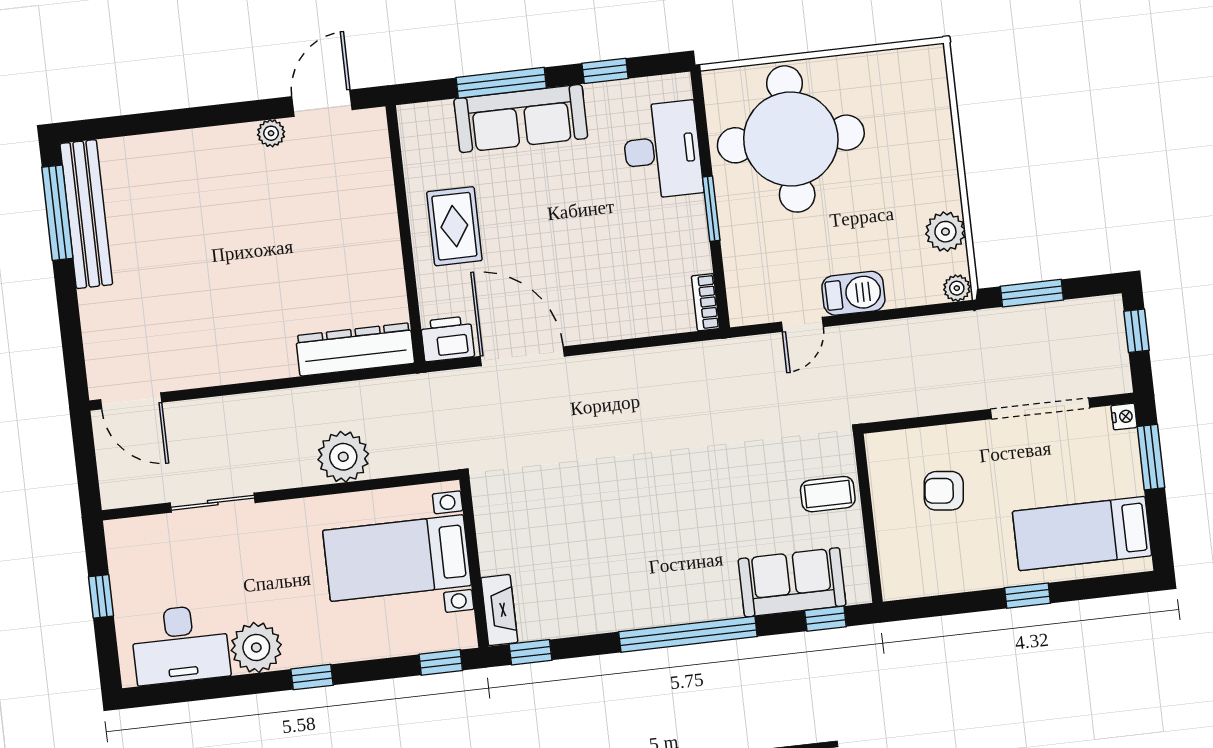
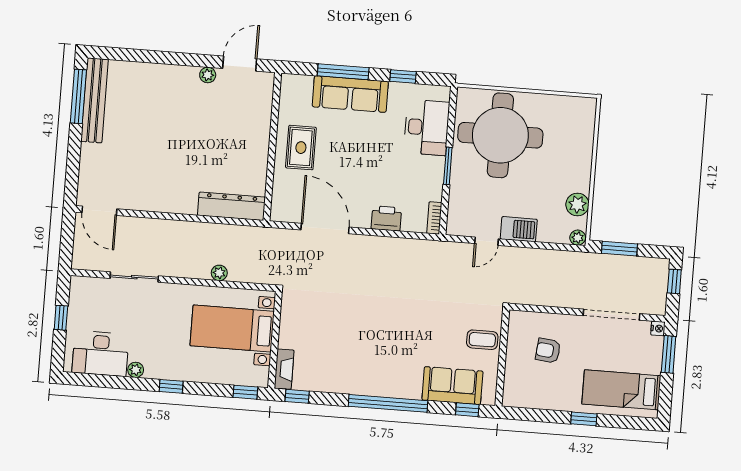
printer: (447, 339) -> (386, 218), moved
plant: (343, 457) -> (219, 273), width x0.53, depth x0.53
plant: (256, 647) -> (136, 370), width x0.53, depth x0.53

